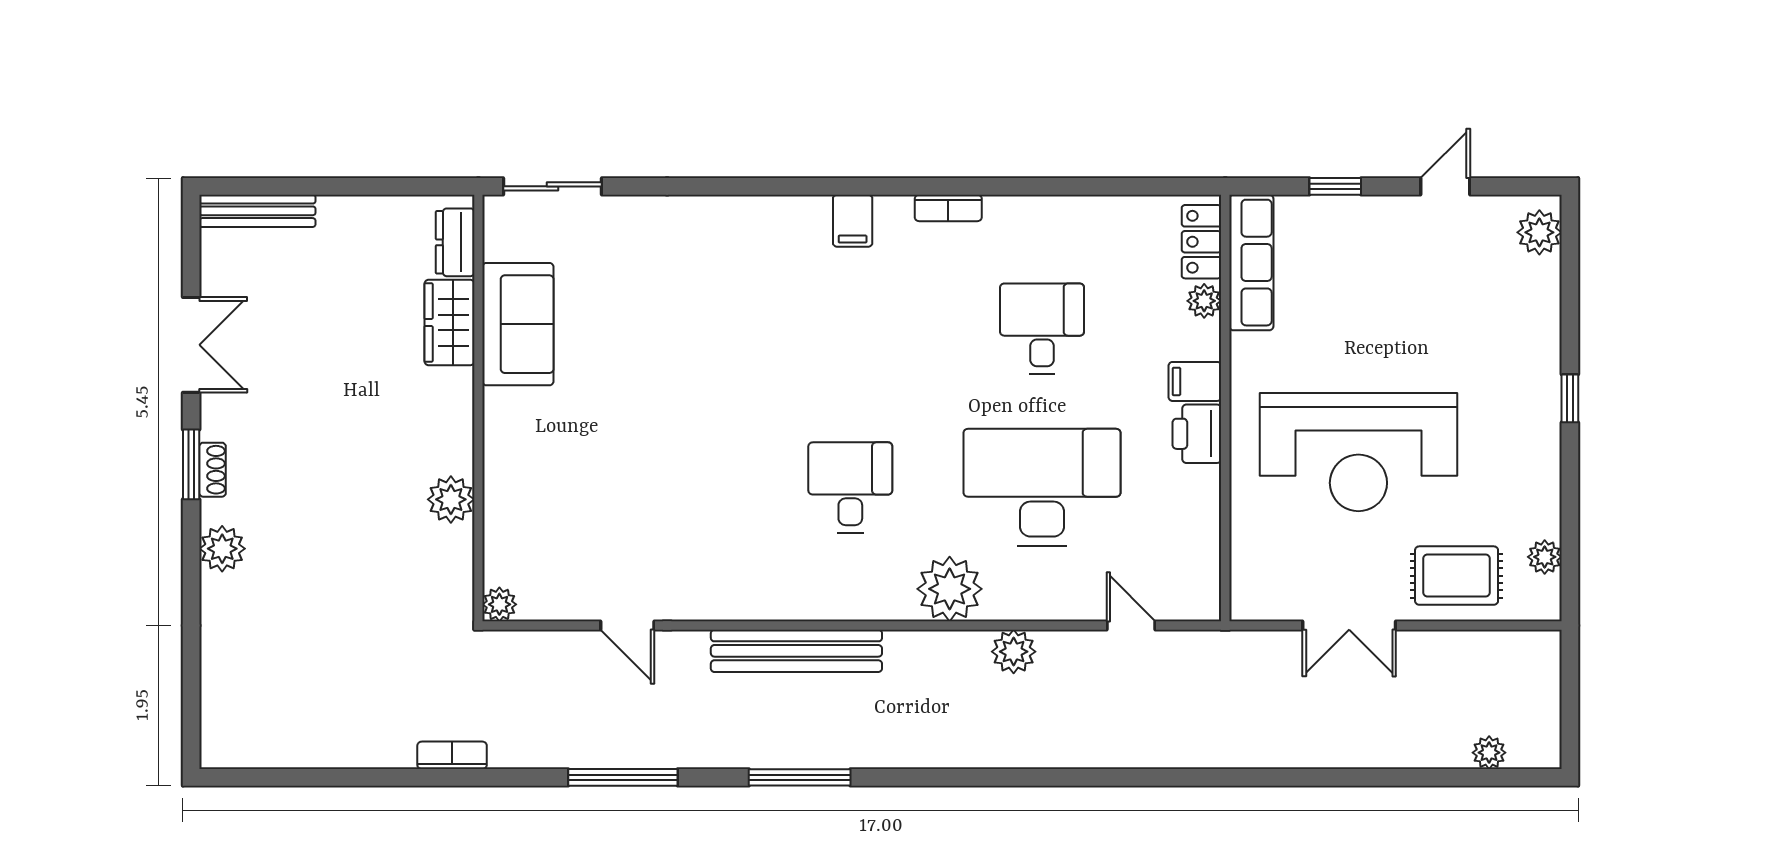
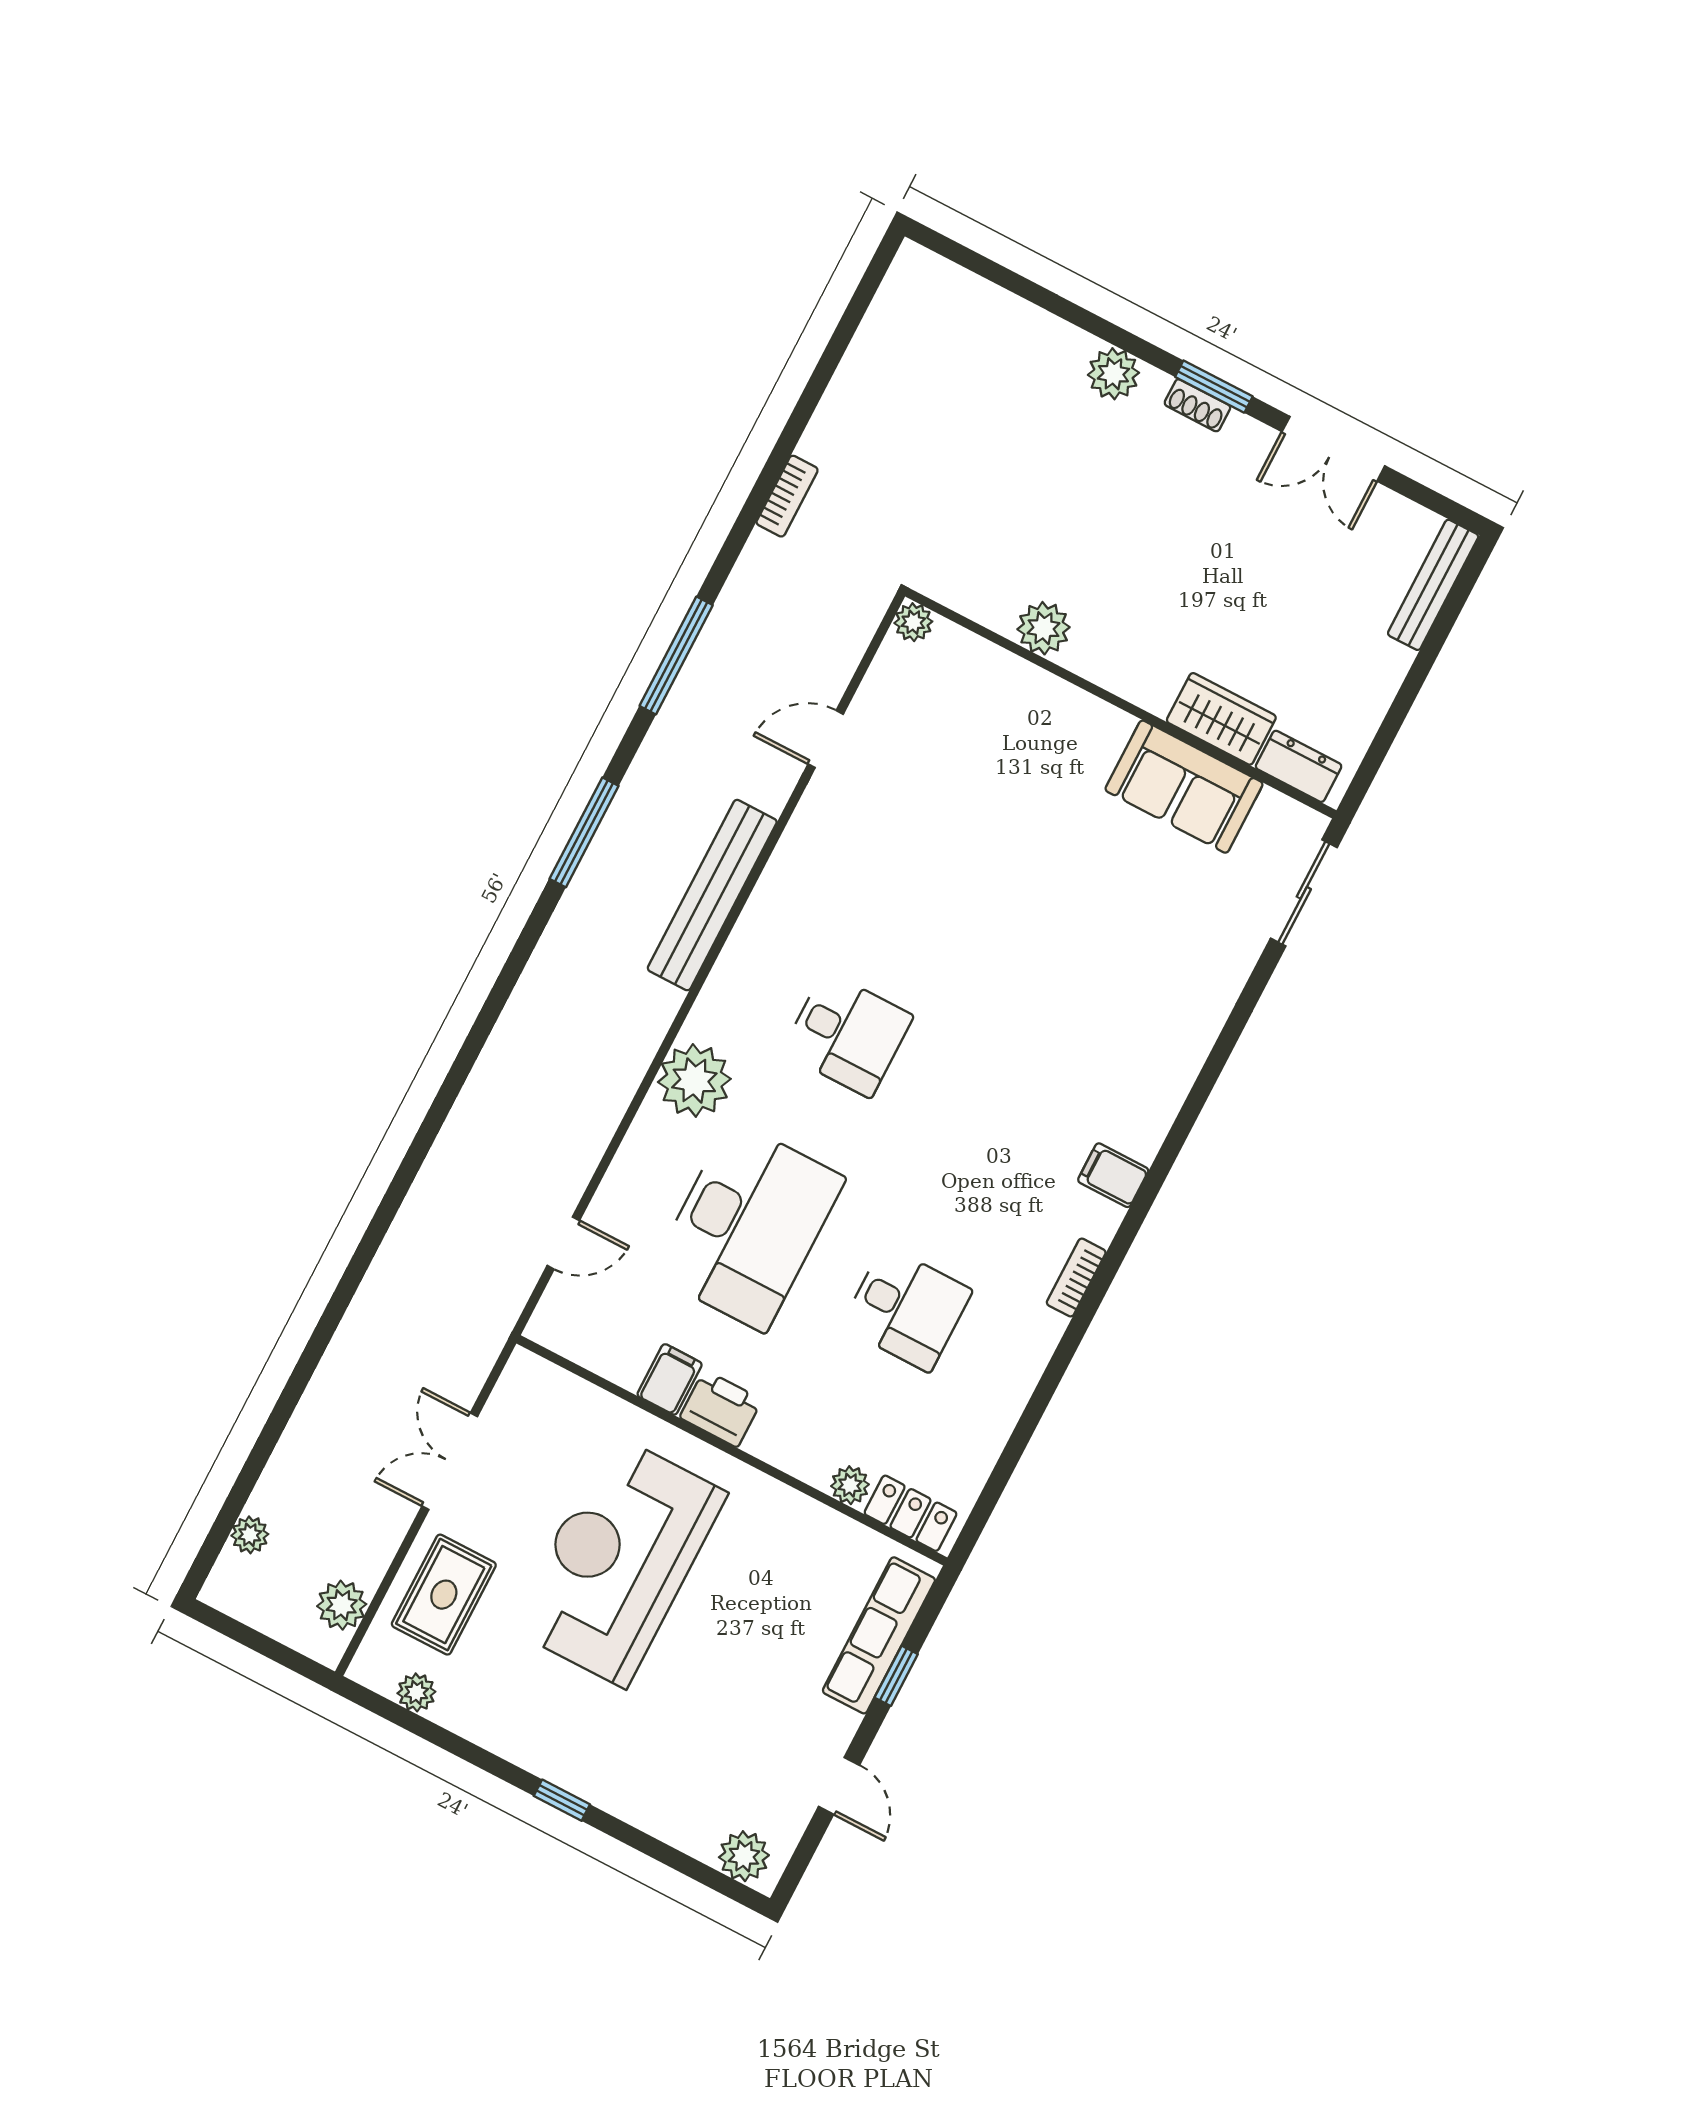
row of seats: (1251, 263) -> (879, 1635), moved, turned 90
filing cabinet: (1195, 381) -> (670, 1379), moved
plant: (1014, 652) -> (342, 1605), moved

